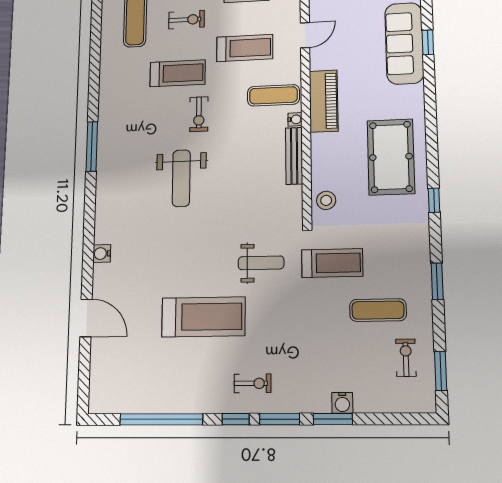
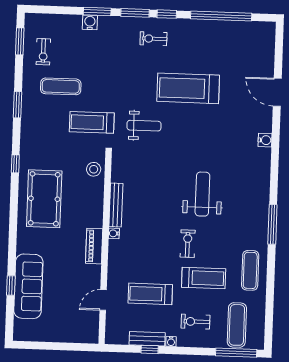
treadmill: (178, 73) -> (204, 278), turned 180
exercise mat: (273, 95) -> (250, 270), moved, turned 90
piano: (324, 101) -> (94, 246), width x0.73, depth x0.75
weight bench: (261, 263) -> (144, 126), turned 180

